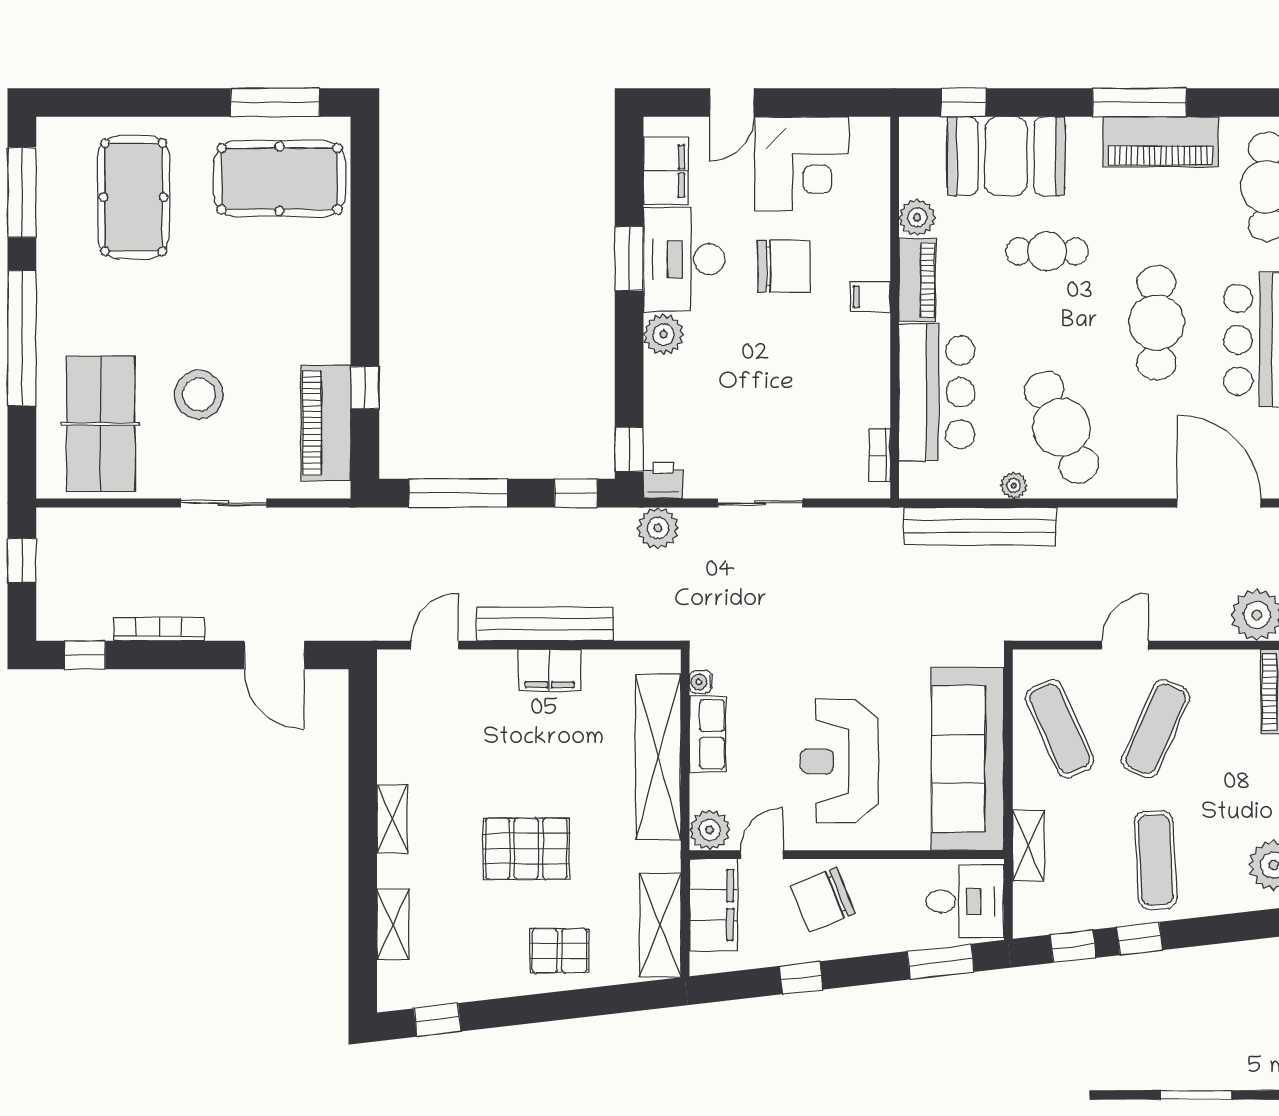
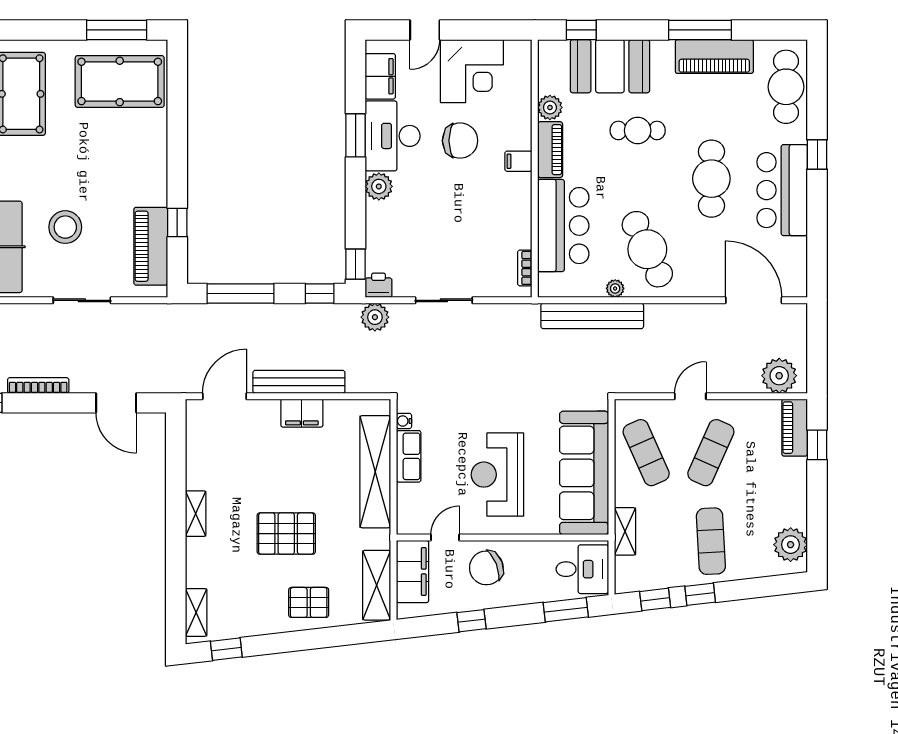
door: (435, 645) -> (224, 396), width x1.38
plant: (710, 830) -> (410, 521), removed
shelving: (393, 924) -> (196, 612), moved

